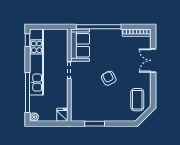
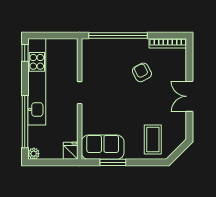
sofa: (80, 45) -> (103, 147), moved, turned -90
double door: (153, 60) -> (189, 96), moved
armchair: (109, 78) -> (142, 72), moved
coffee table: (137, 100) -> (153, 139), moved

